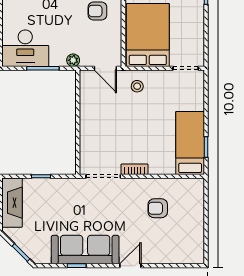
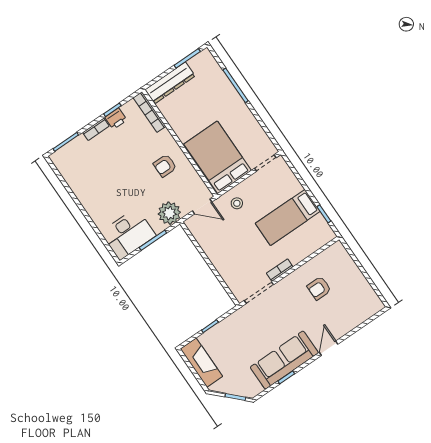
plant: (73, 60) -> (169, 213), width x1.88, depth x1.88
bed: (190, 143) -> (288, 217), moved, turned -90

